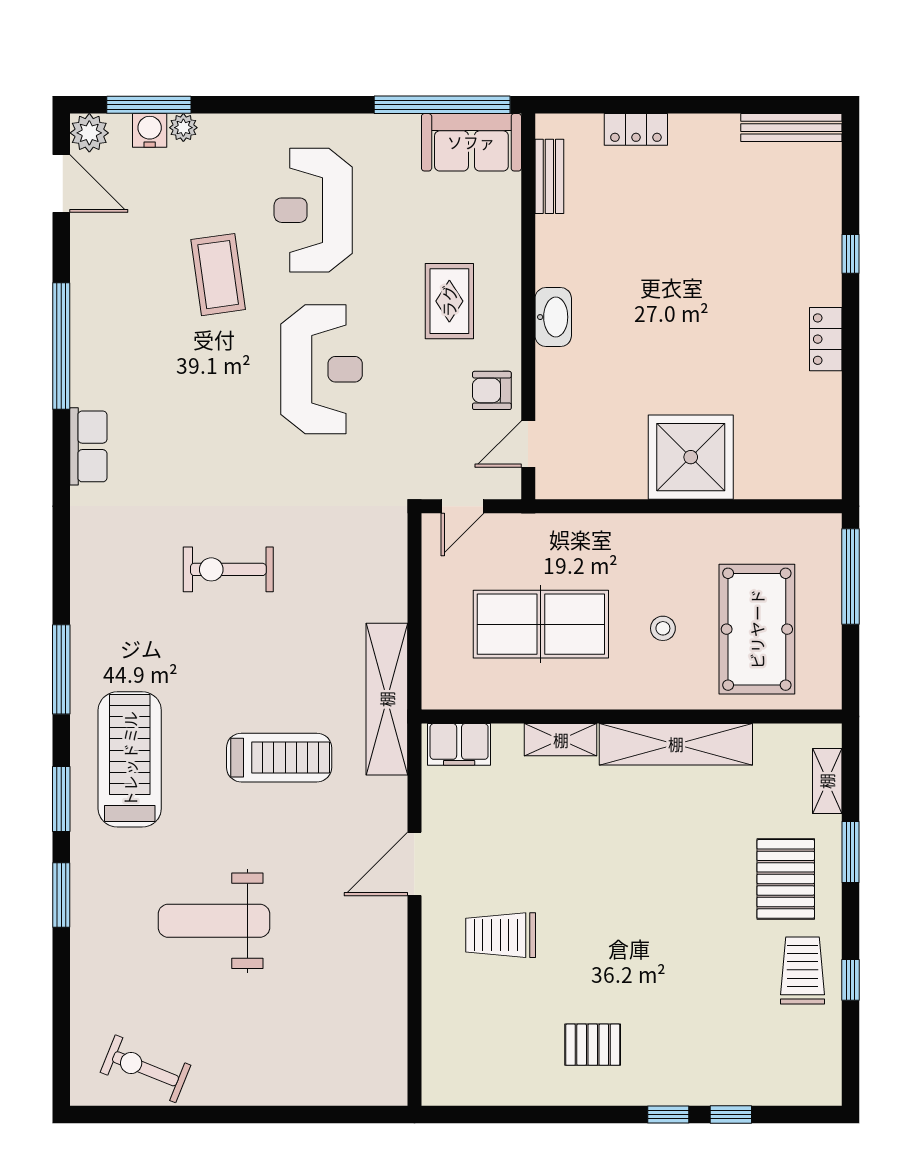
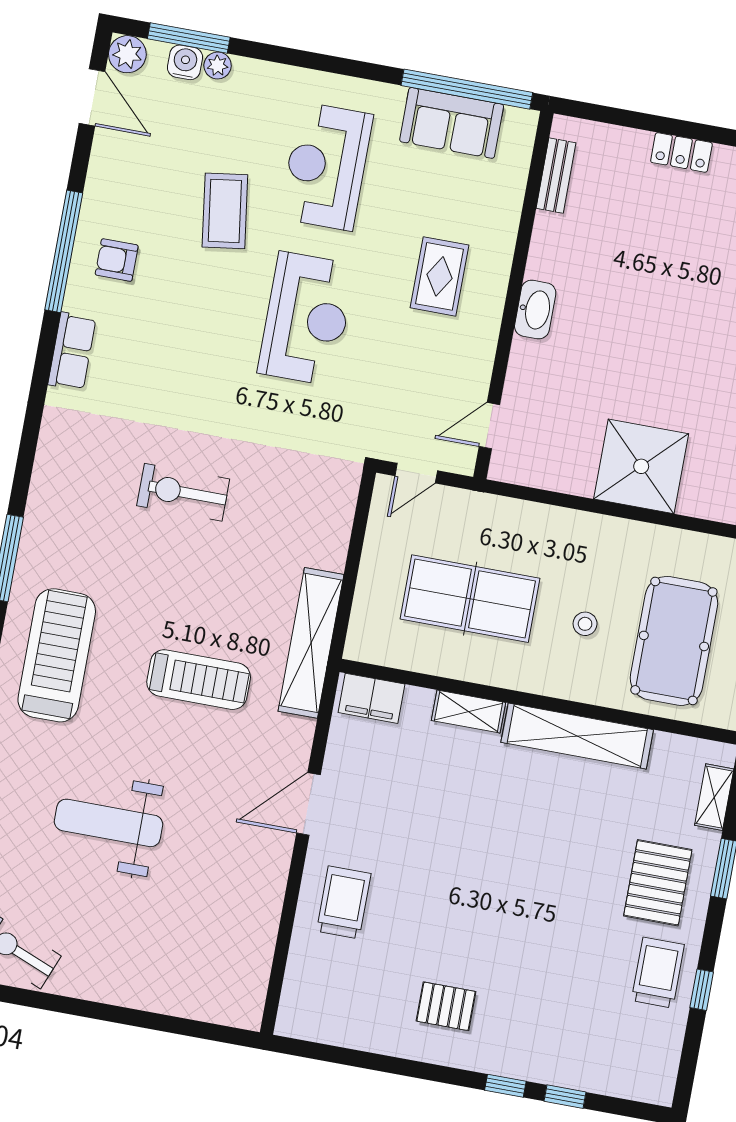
locker: (636, 129) -> (681, 152), moved
sofa: (471, 142) -> (452, 123), moved
armchair: (492, 390) -> (117, 260), moved
trolley: (501, 935) -> (344, 902), moved, turned 90

